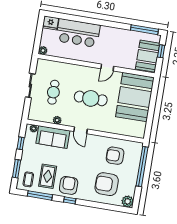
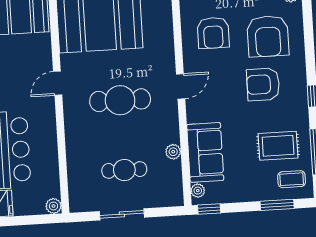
door: (107, 68) -> (58, 83), swing flipped
cafe table: (91, 98) -> (120, 100), turned 90
door: (81, 130) -> (181, 86), moved
window: (21, 143) -> (209, 209), moved
armchair: (69, 185) -> (263, 84), moved

